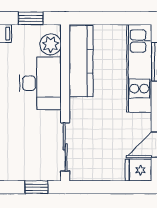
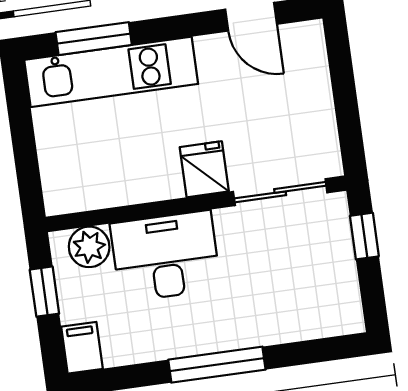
kitchen counter: (81, 61) -> (113, 185), removed
fridge: (138, 170) -> (204, 169), moved, turned 180

